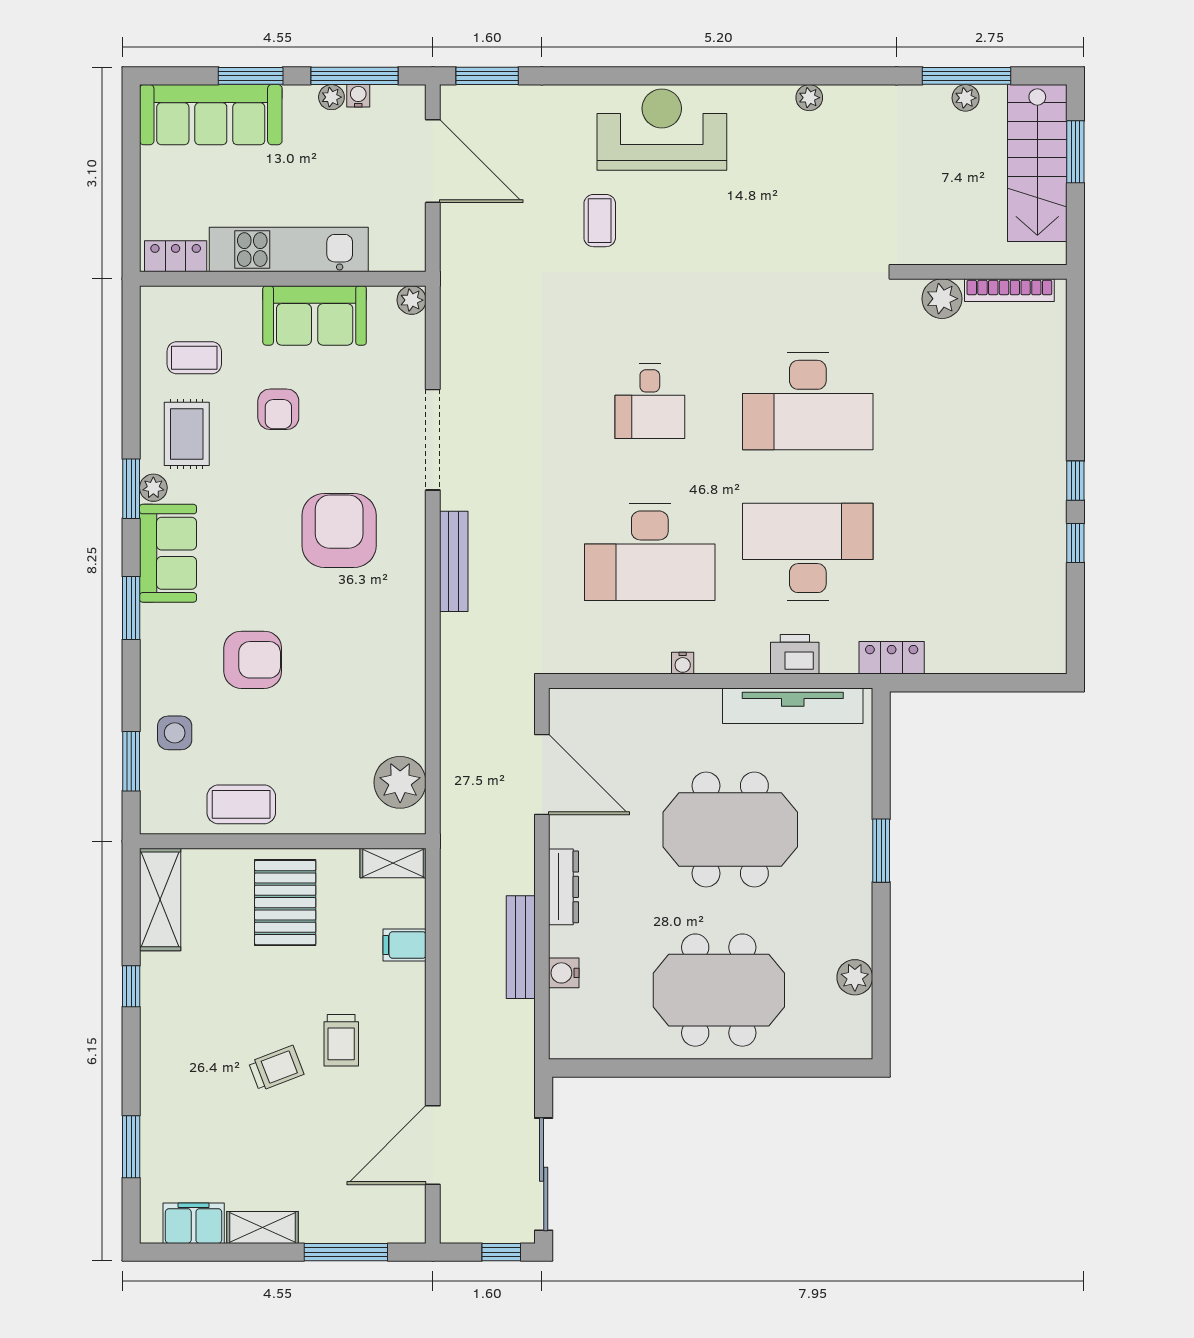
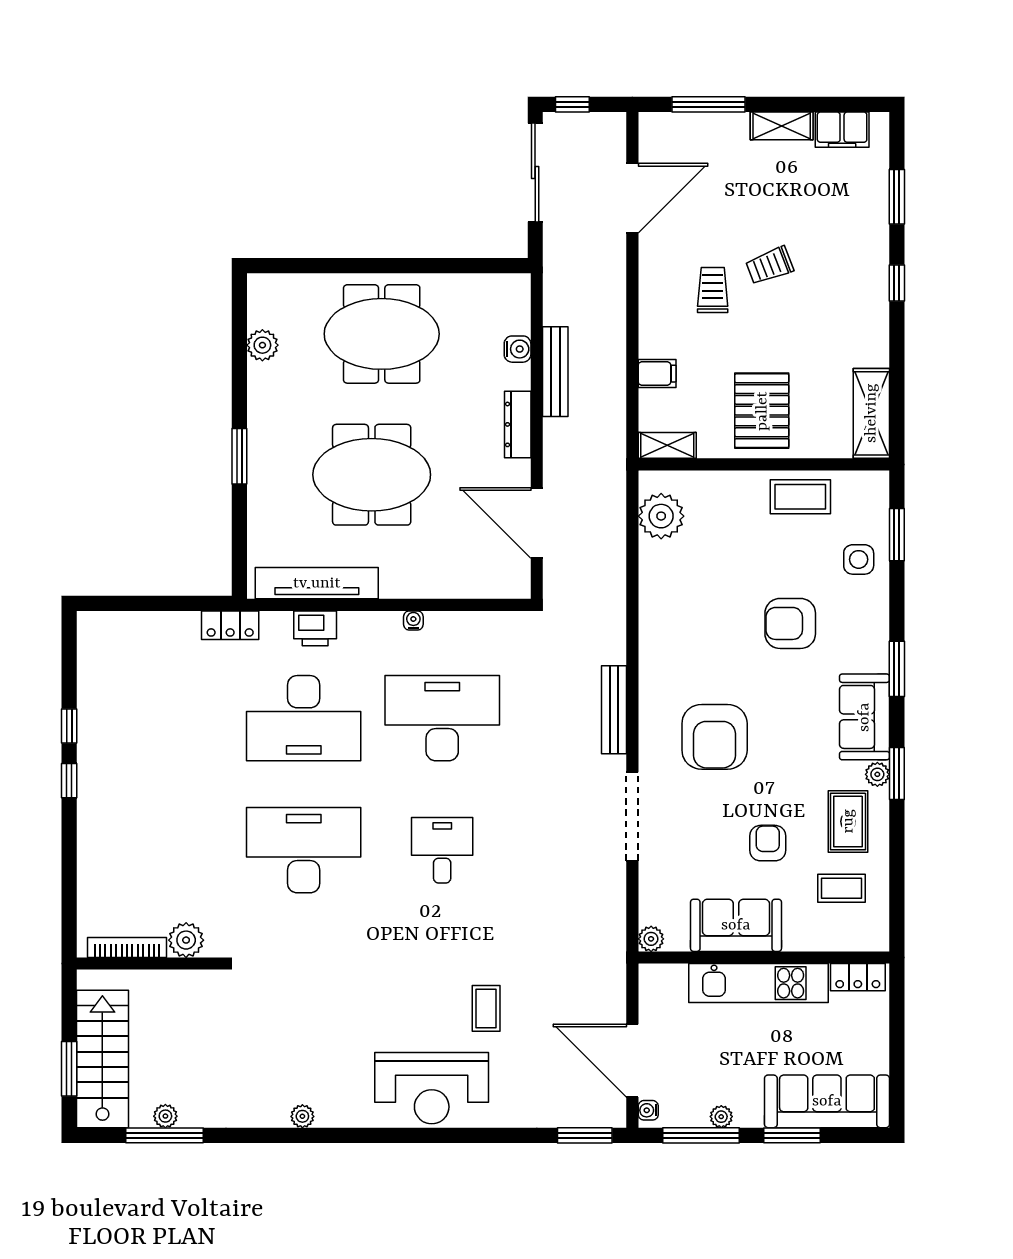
water cooler: (358, 96) -> (648, 1110), moved, turned 90
window: (131, 986) -> (897, 283), moved

